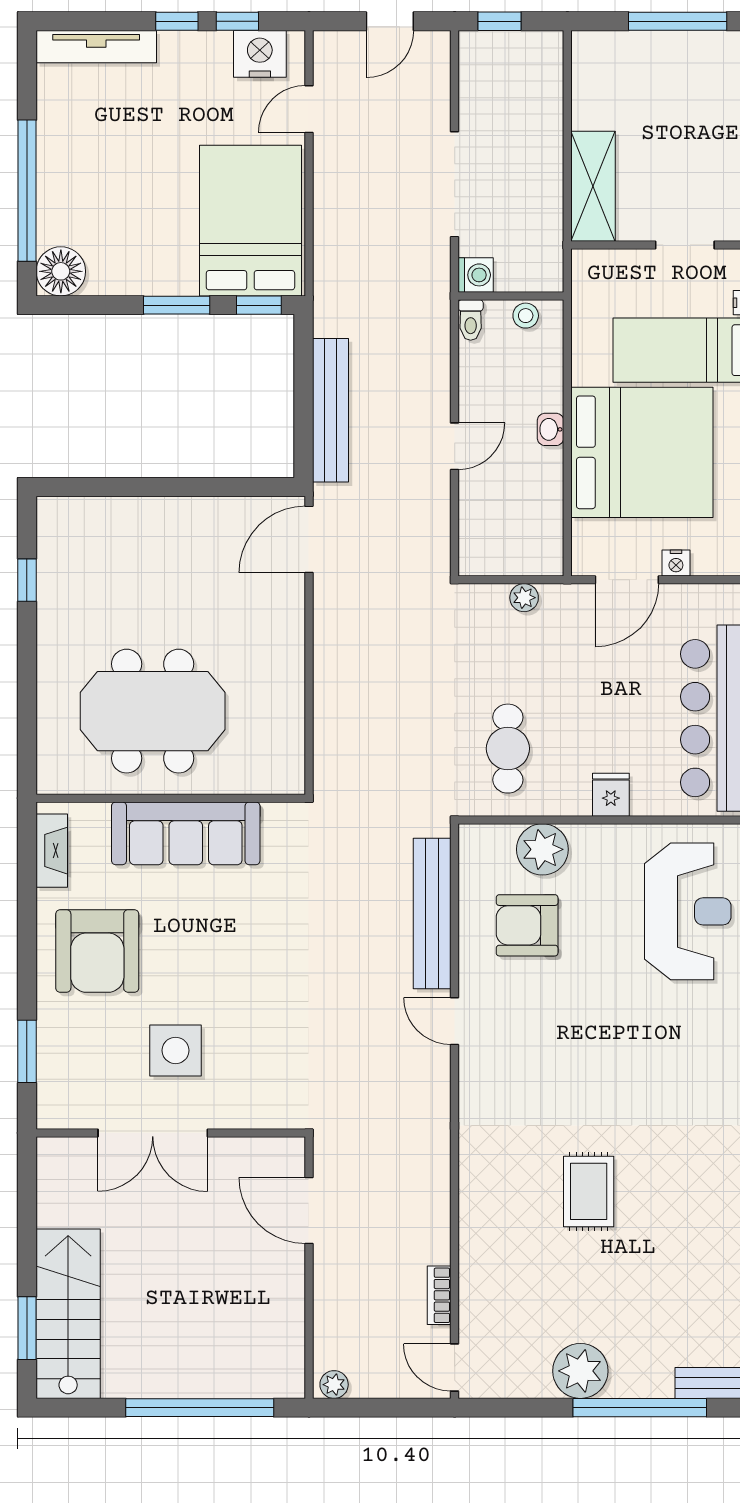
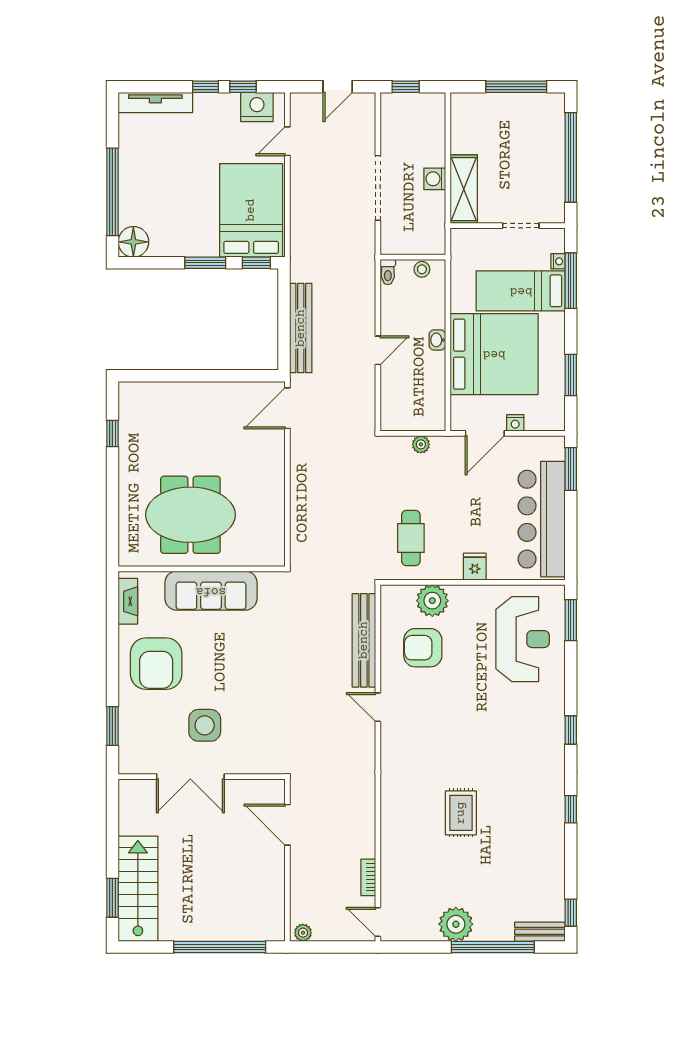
washing machine: (476, 275) -> (435, 179), moved, turned 180

